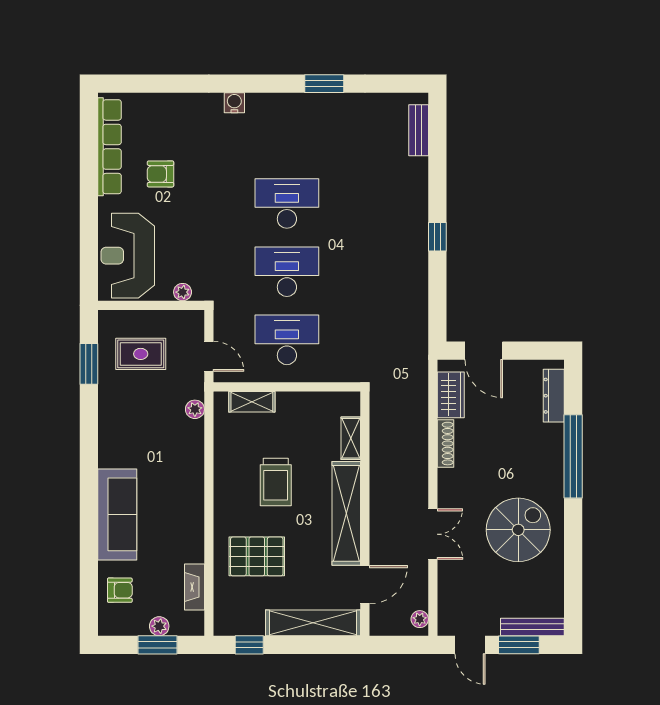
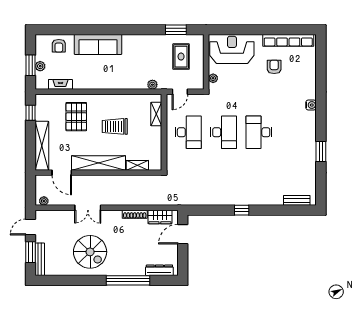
desk: (287, 203) -> (259, 132), turned 180

